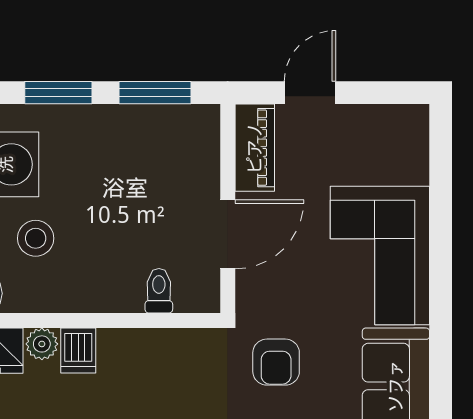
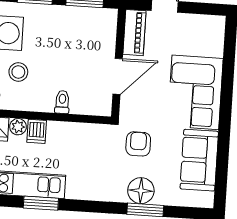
toilet: (159, 291) -> (62, 102), moved
armchair: (276, 362) -> (138, 144), turned 180

